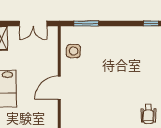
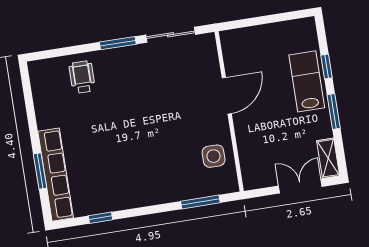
double door: (33, 23) -> (300, 186), moved

